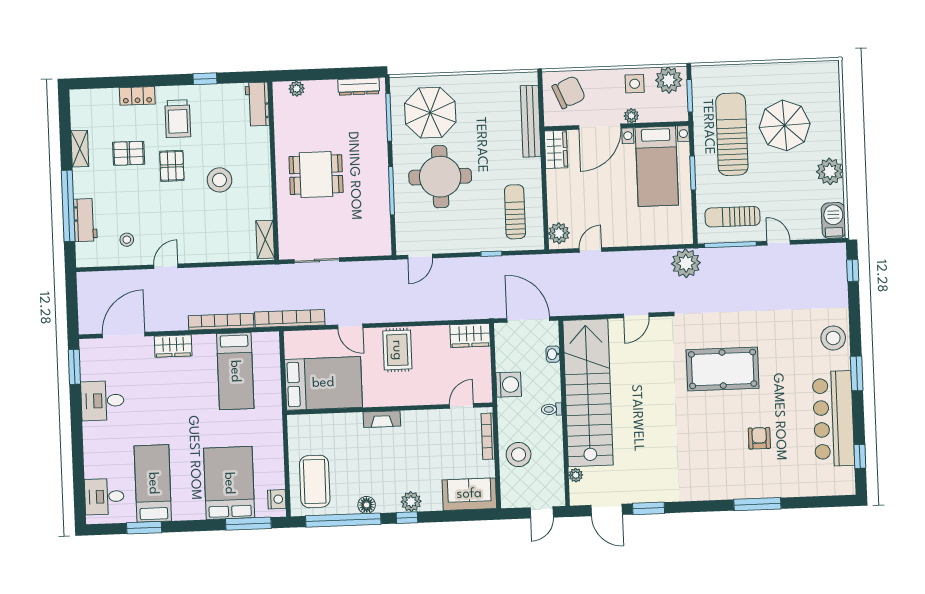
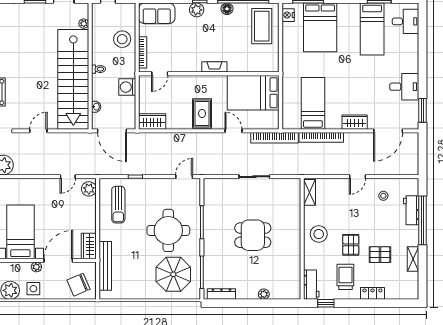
workbench: (257, 104) -> (311, 285), moved
wall: (273, 171) -> (302, 239), moved
shelving: (265, 239) -> (309, 192), moved

